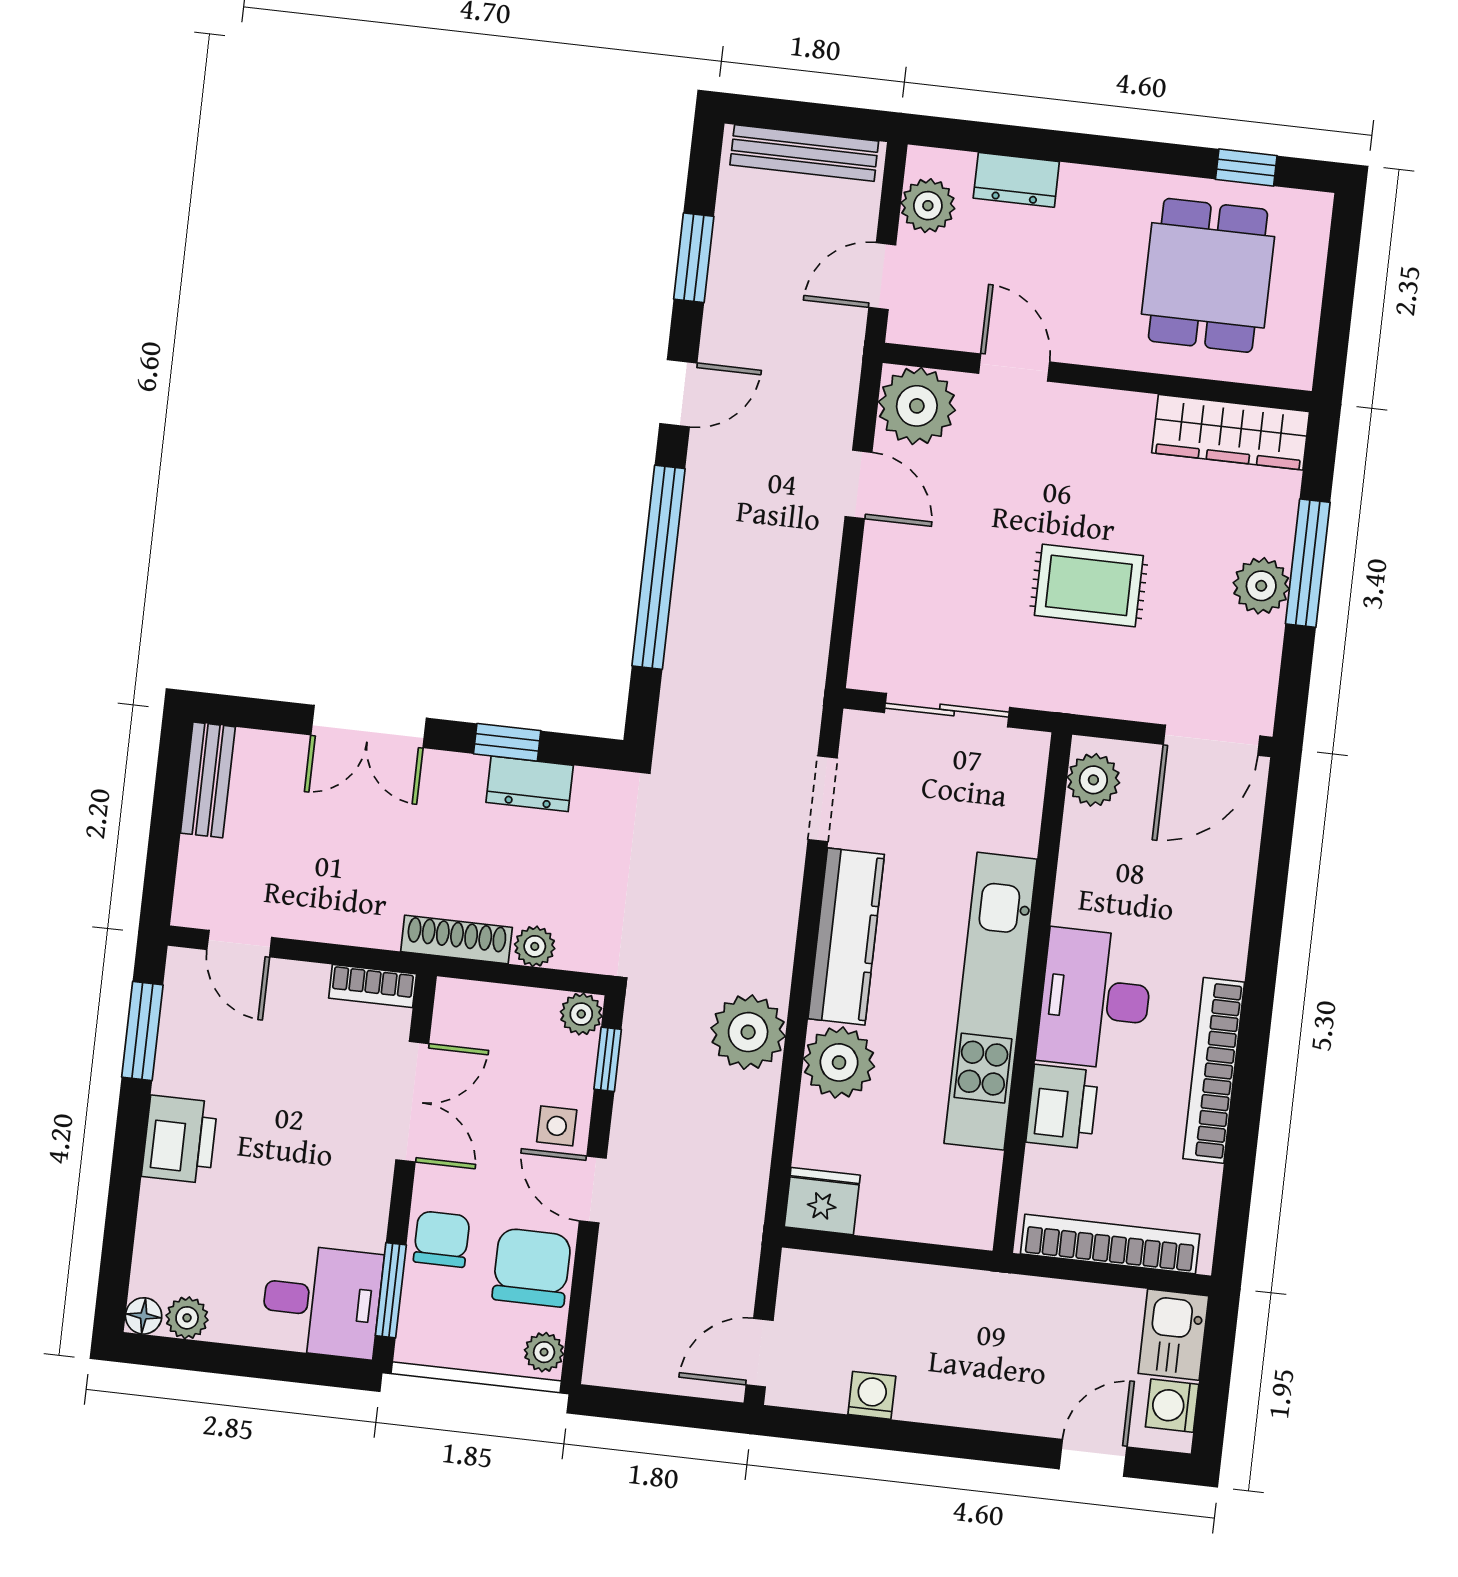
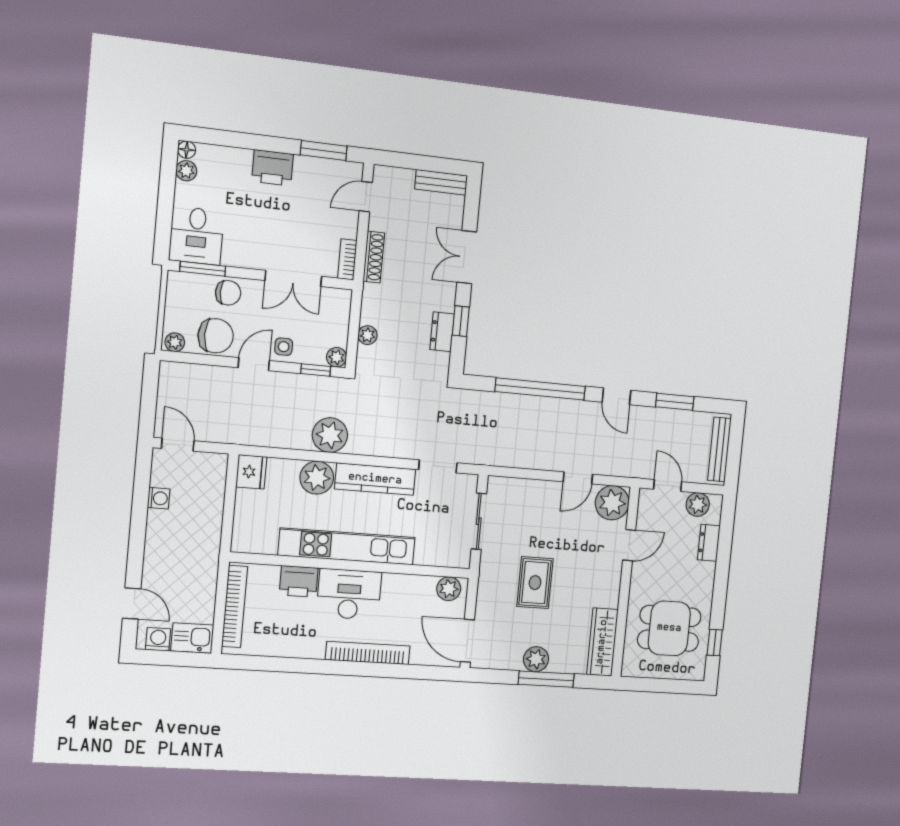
shoe rack: (456, 939) -> (374, 257), moved
bookcase: (1214, 1070) -> (368, 653), moved

